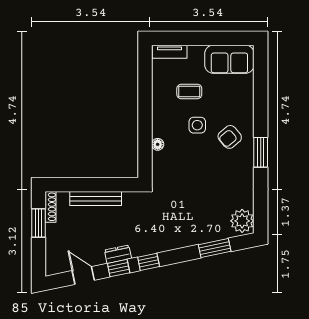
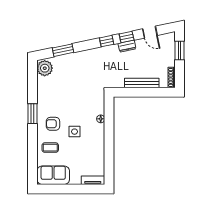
coffee table: (189, 91) -> (50, 148), moved
armchair: (230, 137) -> (53, 124), turned -140
window: (39, 223) -> (179, 51), moved

